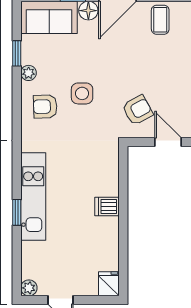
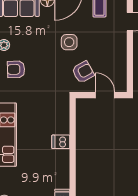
side table: (82, 93) -> (69, 42), moved

